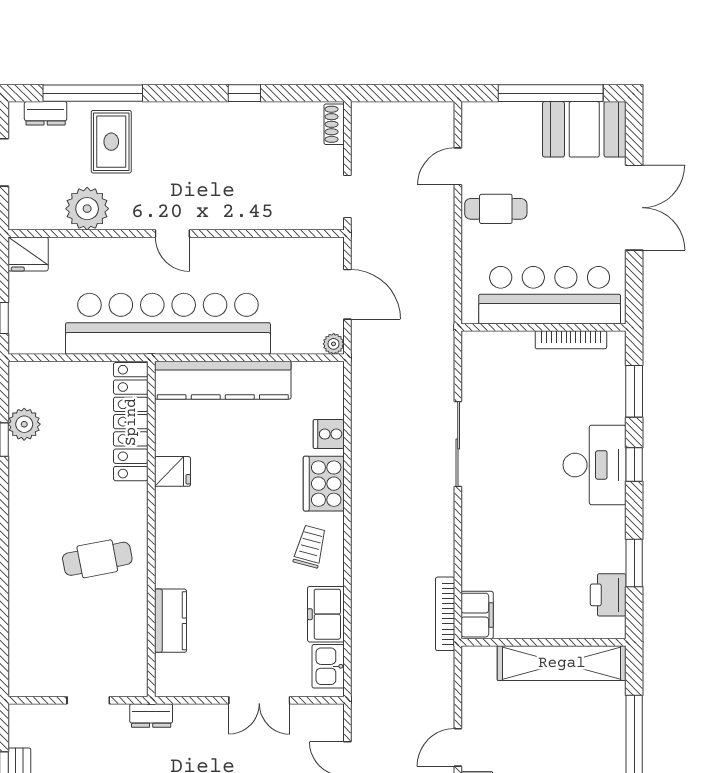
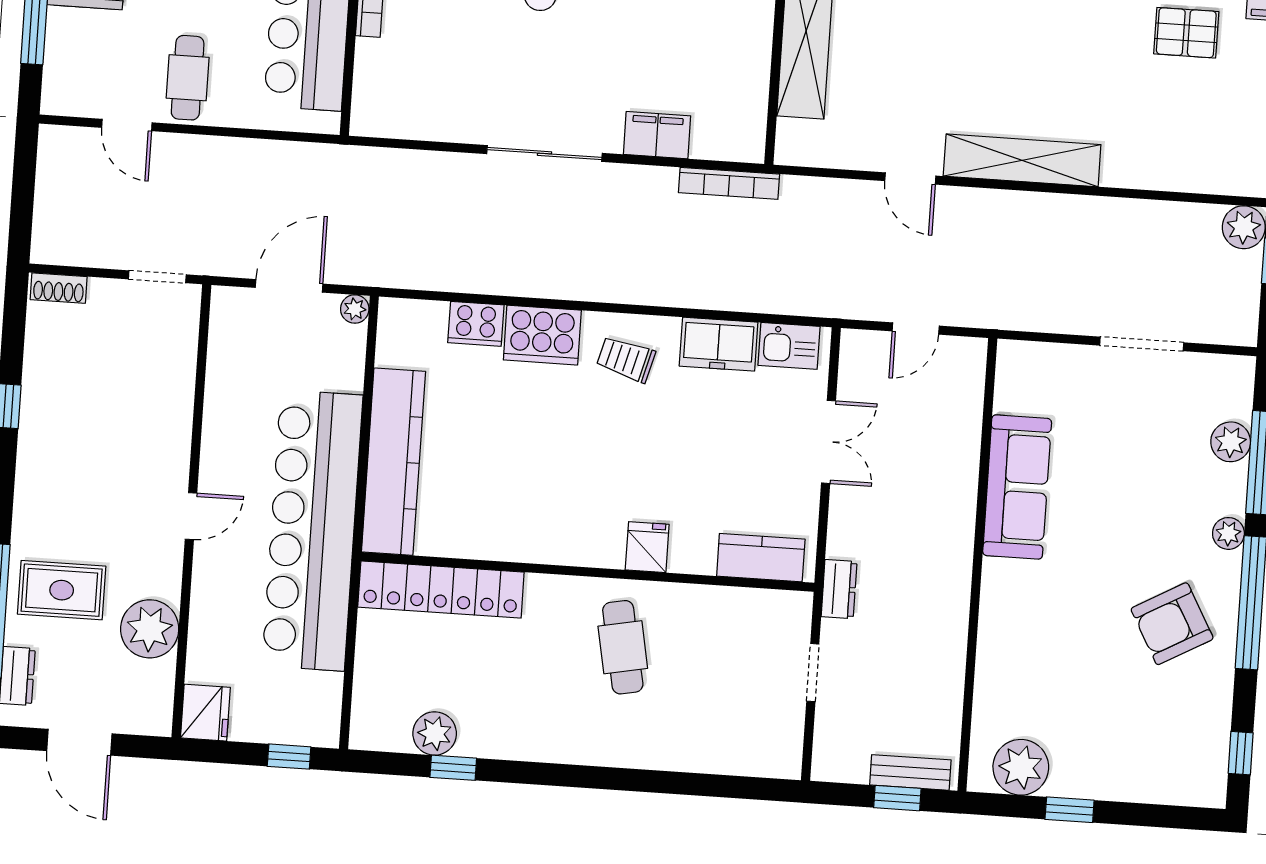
cooker: (329, 434) -> (476, 324), width x1.36
sliding door: (458, 444) -> (544, 154), moved
fridge: (172, 471) -> (647, 547), moved
filing cabinet: (477, 615) -> (657, 135), moved
kitchen counter: (170, 621) -> (761, 558), moved

